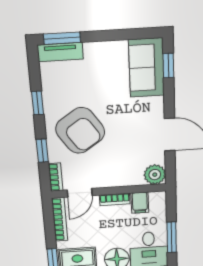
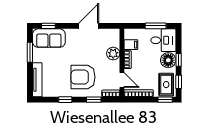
window: (62, 38) -> (30, 52), moved
tv unit: (60, 52) -> (37, 80), width x1.41
armchair: (80, 131) -> (83, 77), turned -146
plant: (155, 175) -> (113, 54), moved

